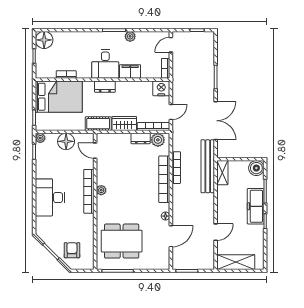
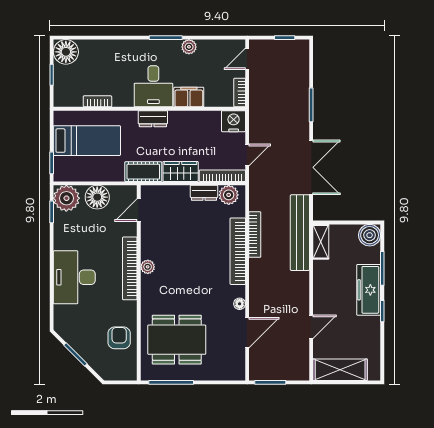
bed: (59, 97) -> (87, 141), width x0.67
plant: (40, 138) -> (66, 198), width x1.87, depth x1.87
door: (95, 151) -> (139, 210), hinge flipped
armchair: (72, 250) -> (119, 338), moved

